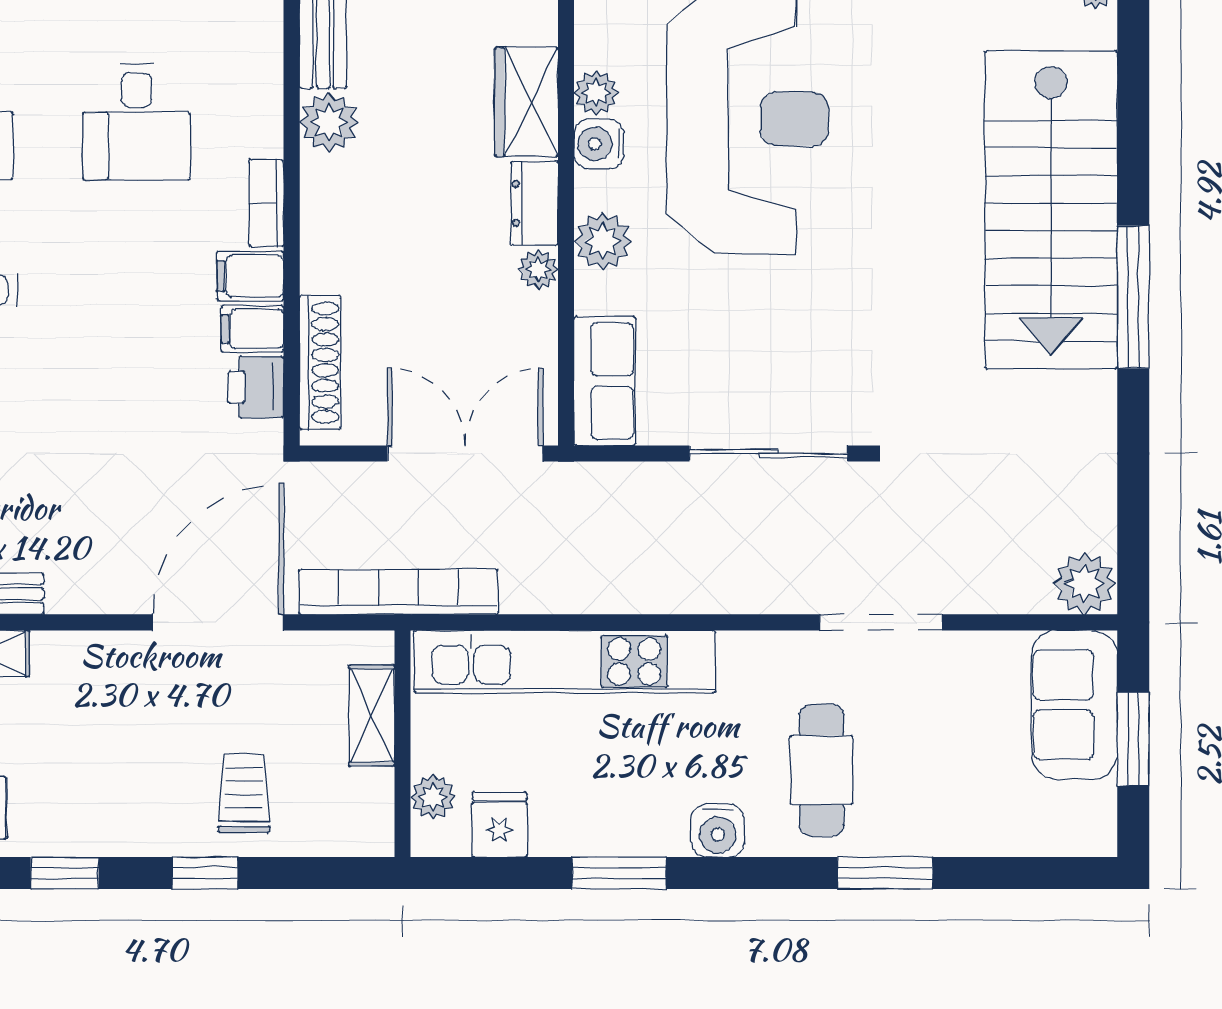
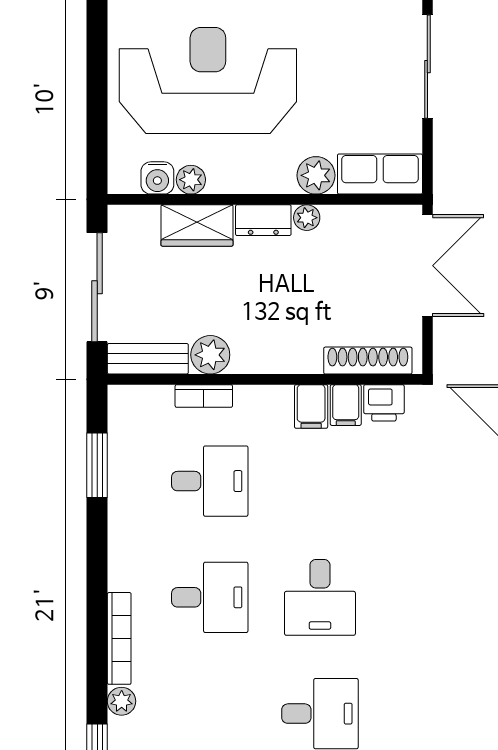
water cooler: (599, 144) -> (157, 178), moved
bookcase: (266, 203) -> (204, 396), moved
plant: (603, 241) -> (316, 175), moved
double door: (465, 454) -> (427, 266), swing flipped

